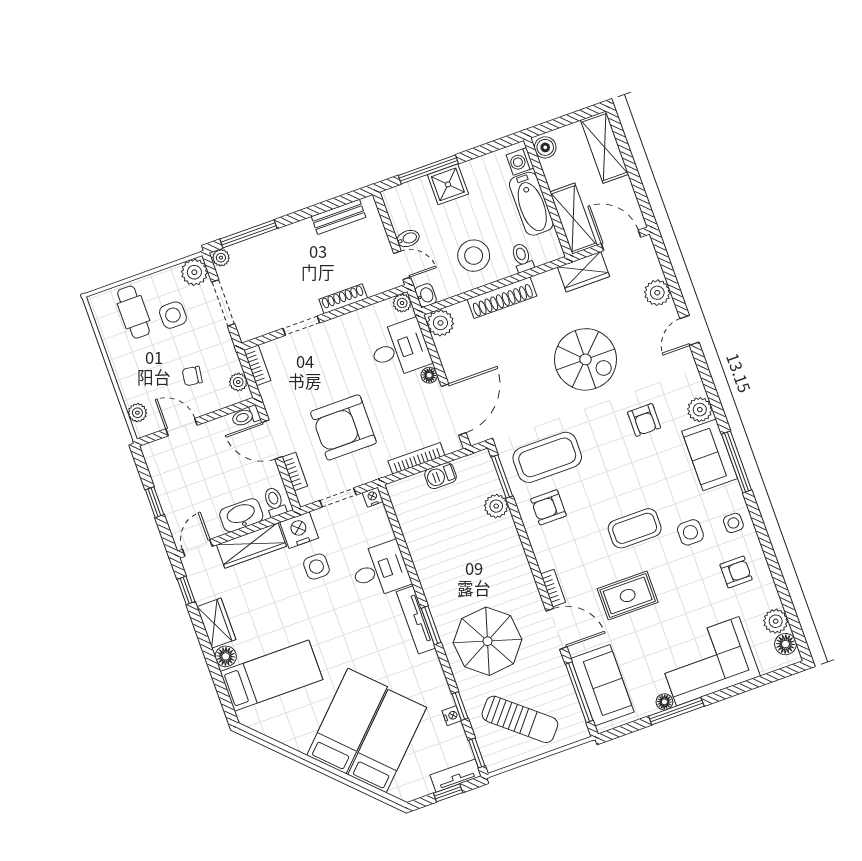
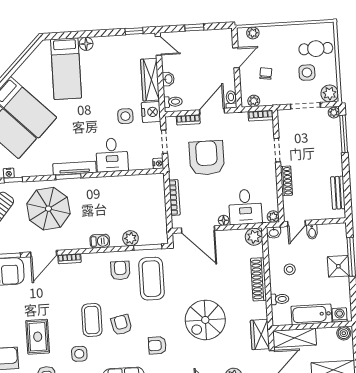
stool: (474, 256) -> (290, 269), width x0.53, depth x0.53
barbecue: (440, 476) -> (100, 241), moved, turned 90
armchair: (629, 482) -> (121, 325), added
washbasin: (241, 515) -> (168, 79), width x0.52, depth x0.69
rug: (628, 596) -> (38, 337), moved
wardrobe: (216, 623) -> (108, 44), removed

